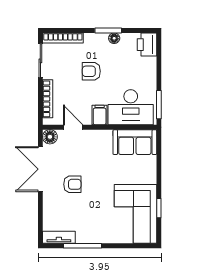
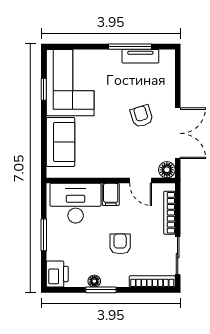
armchair: (91, 71) -> (120, 244), turned -90
window: (159, 105) -> (44, 235), moved
sofa: (135, 142) -> (61, 142), moved, turned 90
armchair: (72, 184) -> (142, 116), turned 73
tv unit: (59, 237) -> (140, 56), moved

